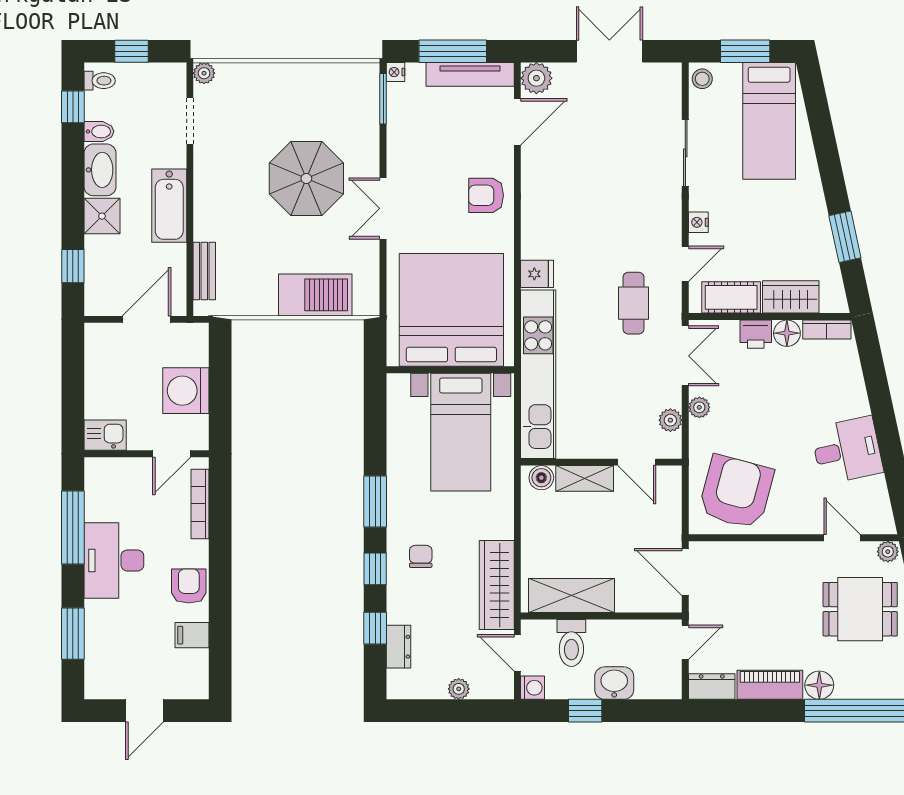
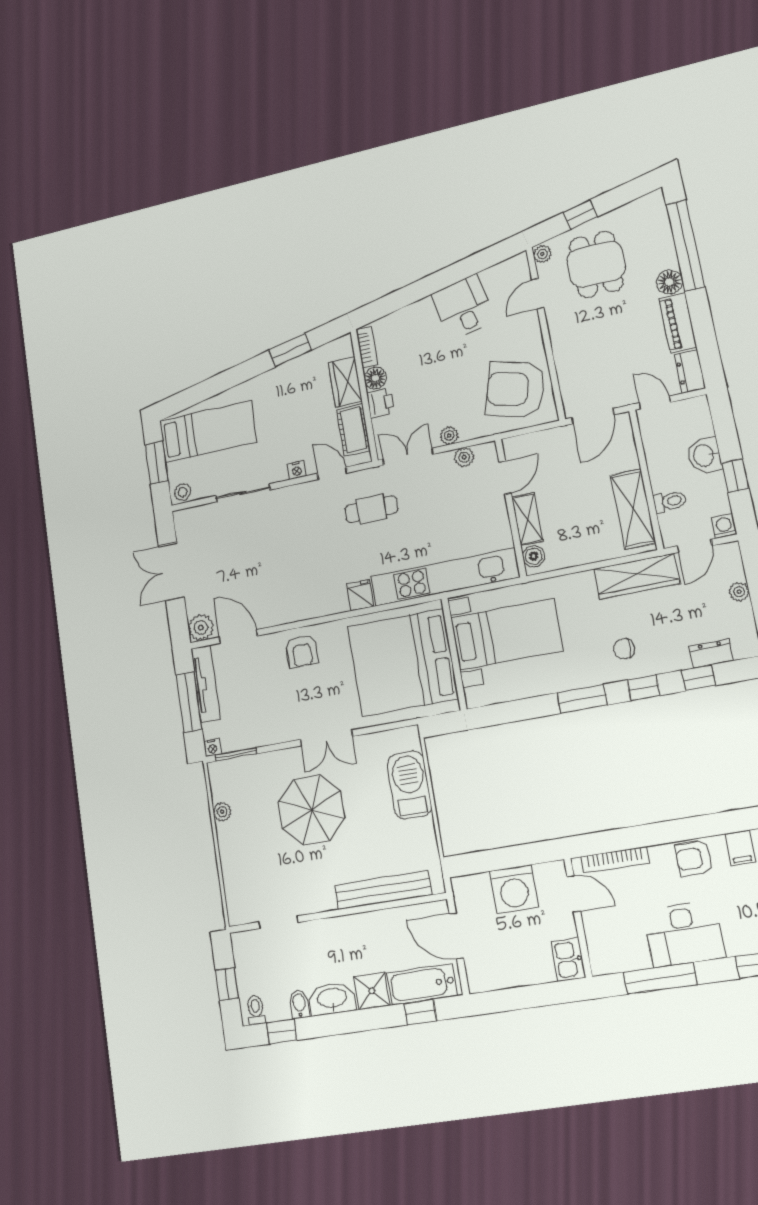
plant: (204, 73) -> (222, 812), moved
bathtub: (169, 206) -> (422, 984), moved, turned 180
bench: (204, 271) -> (383, 890), width x1.86, depth x1.21
toilet: (571, 643) -> (670, 501), width x0.73, depth x0.72

